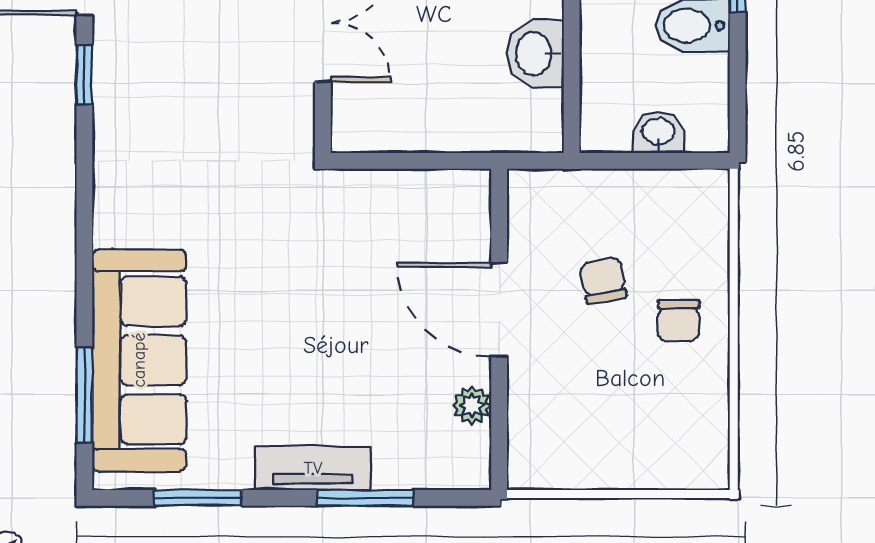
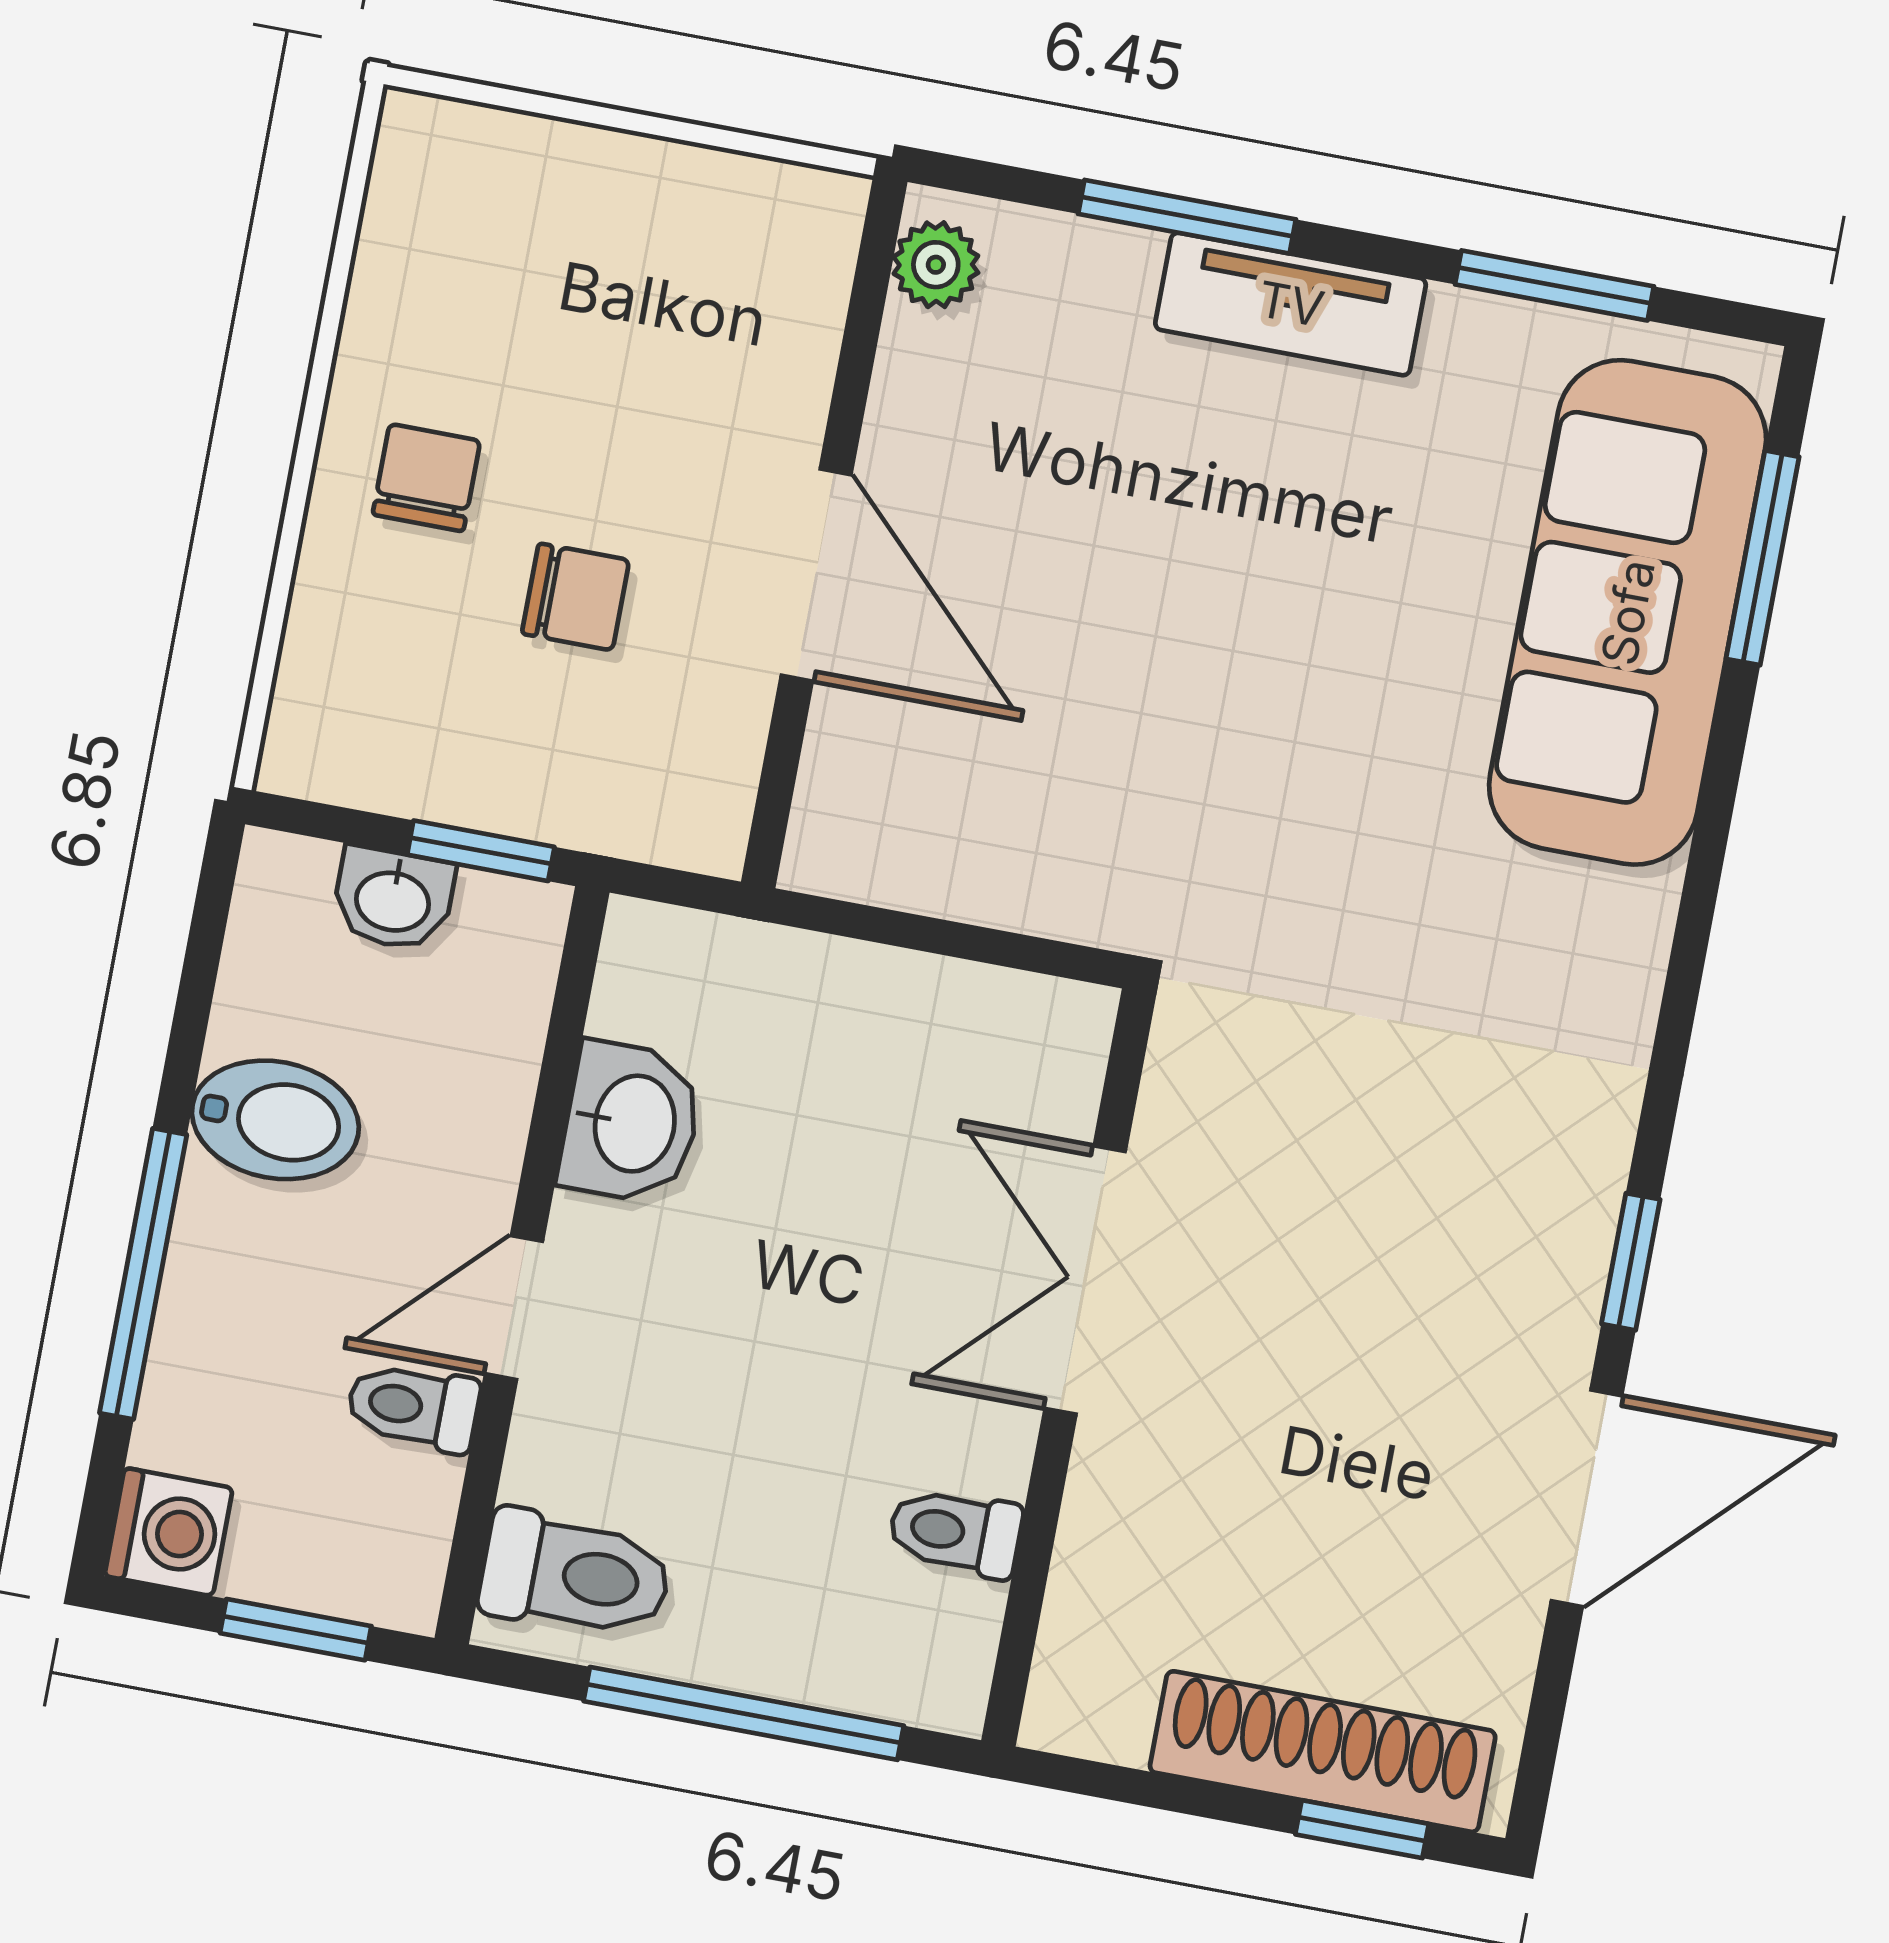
window: (624, 161) -> (481, 851), added
chair: (603, 280) -> (576, 597), turned -80
plant: (472, 406) -> (936, 265), moved

